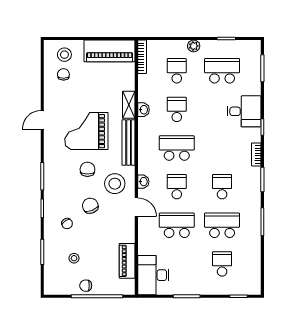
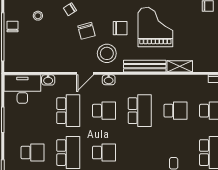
washbasin: (144, 110) -> (48, 80), moved
chair: (90, 206) -> (86, 31), turned 96
piano: (127, 261) -> (36, 65), removed

